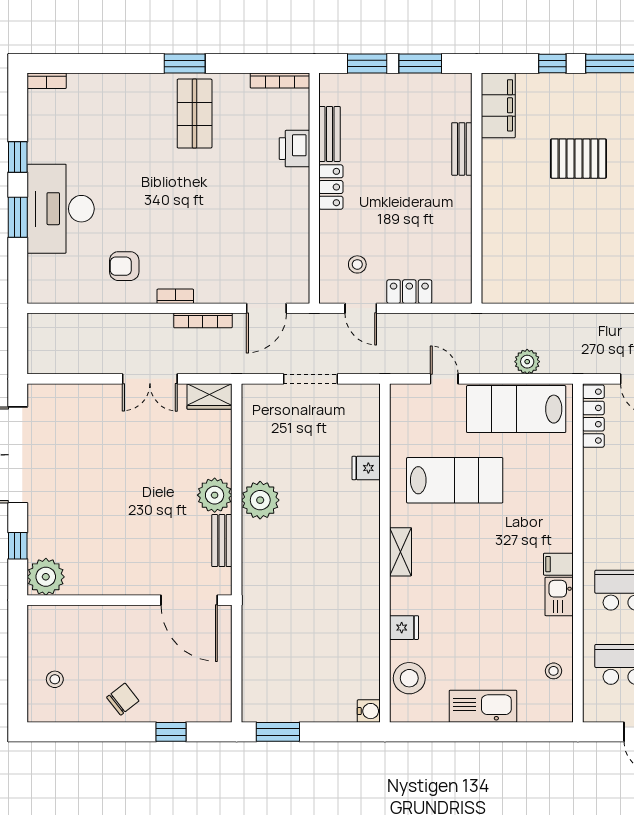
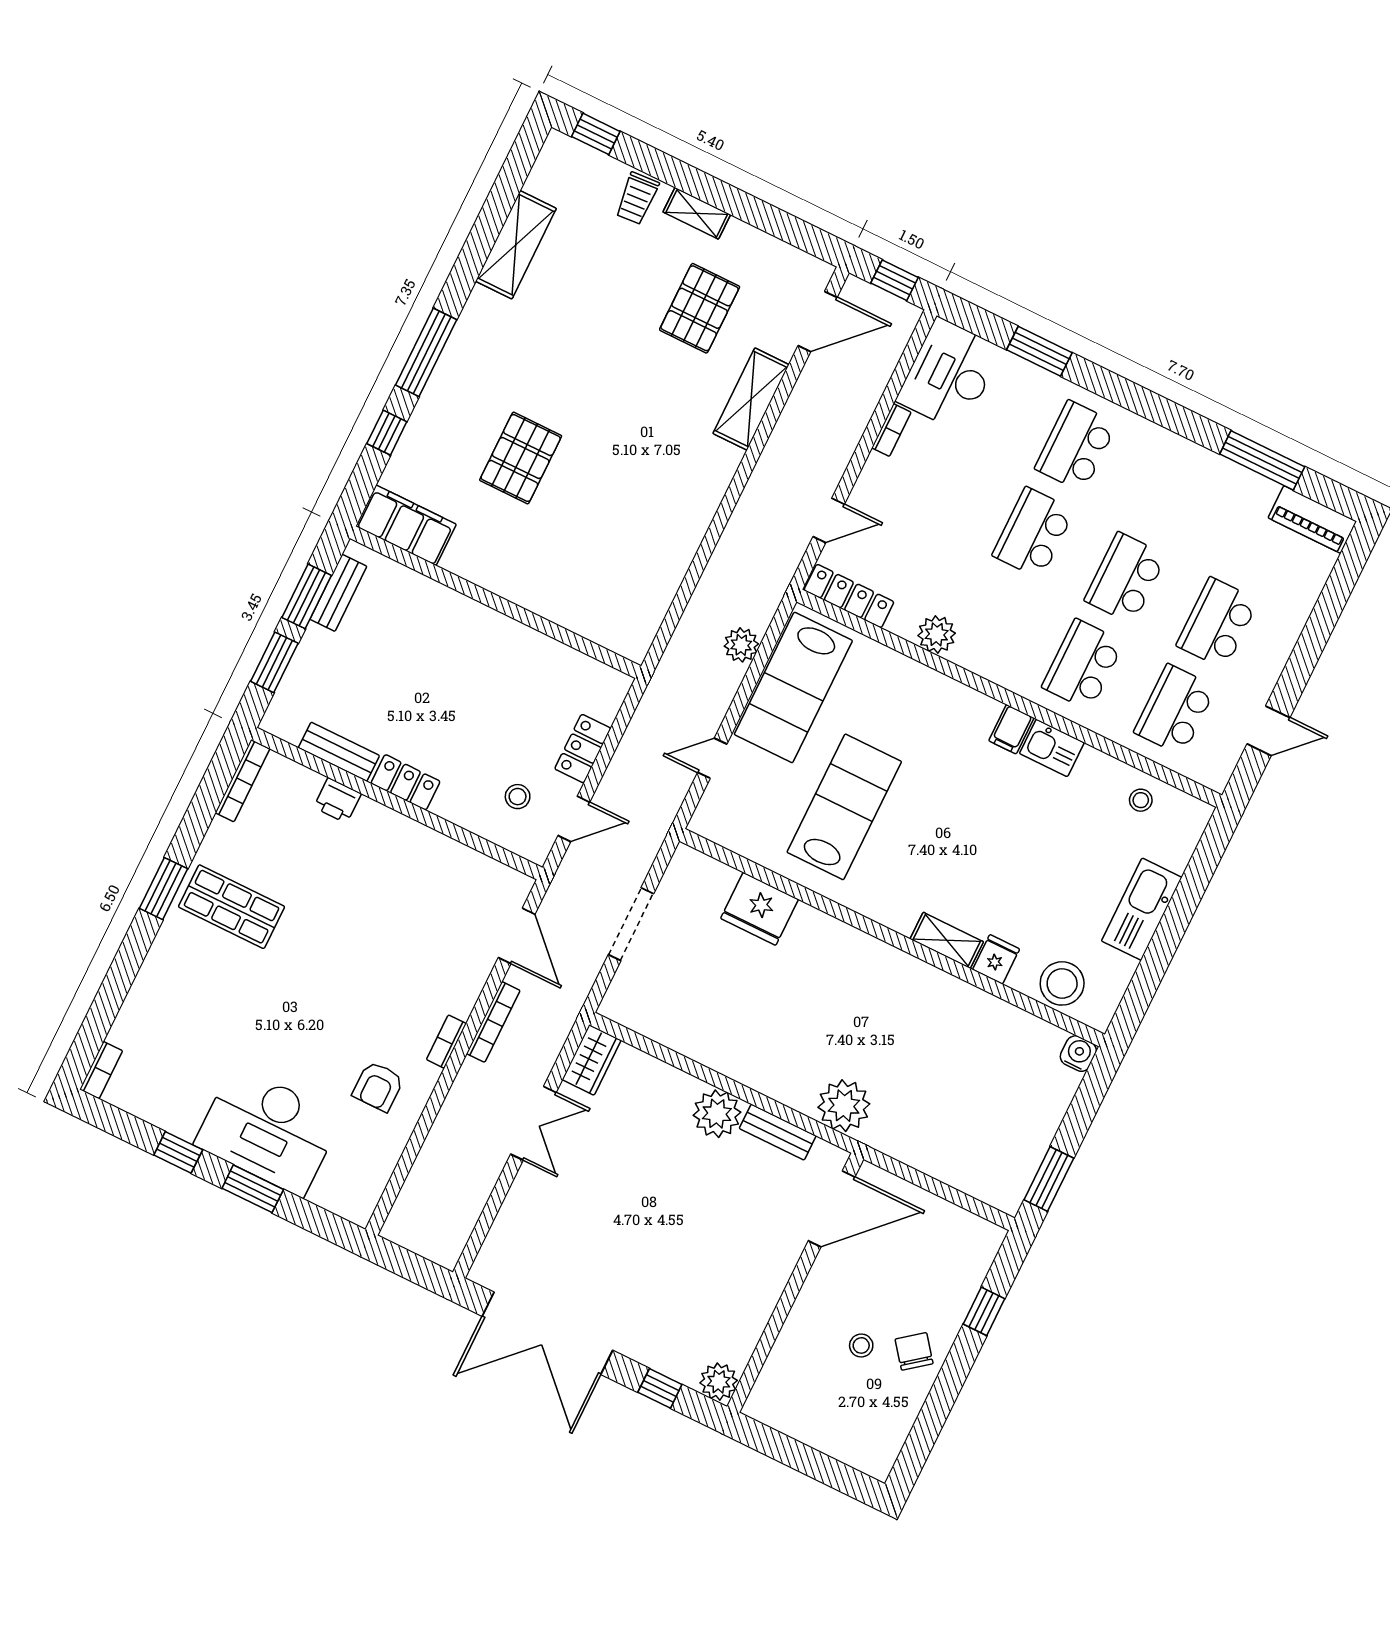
printer: (294, 149) -> (337, 800), width x0.73, depth x0.81
bench: (462, 149) -> (338, 593), moved, turned 90
fridge: (366, 468) -> (759, 909), width x1.88, depth x1.34
plant: (596, 485) -> (937, 634), added
plant: (260, 500) -> (844, 1106), moved
shelving: (400, 552) -> (947, 940), moved
plant: (46, 577) -> (719, 1382), width x0.73, depth x0.73
stool: (55, 679) -> (861, 1345), moved

